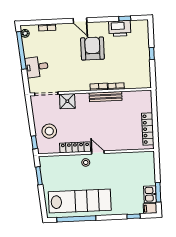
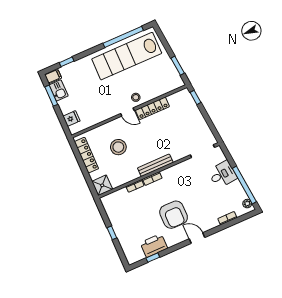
bench: (106, 97) -> (155, 165), moved
shower: (67, 101) -> (102, 185), moved
stool: (49, 131) -> (118, 147), moved
fridge: (148, 166) -> (71, 119), added

